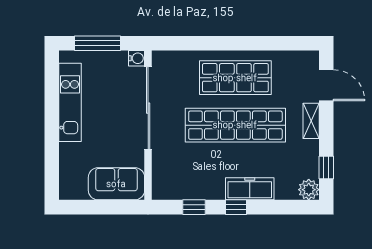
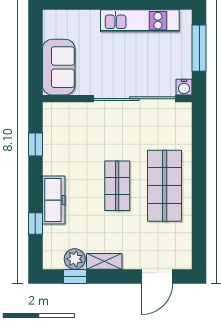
shelving: (311, 121) -> (104, 261), moved
shop shelf: (235, 125) -> (117, 186), width x0.50, depth x0.74
plant: (309, 190) -> (75, 259), moved
window: (236, 207) -> (35, 224), moved

